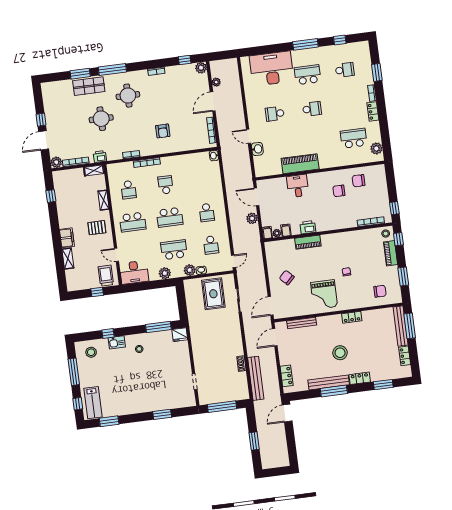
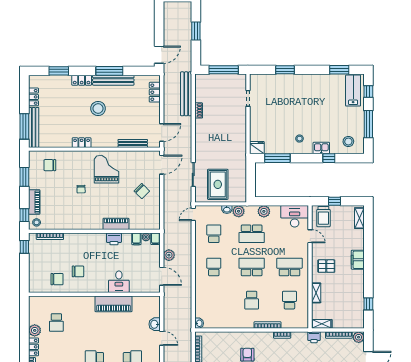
school desk: (354, 138) -> (56, 322), width x0.54
plant: (376, 148) -> (35, 330), moved
shelving: (68, 258) -> (359, 218), moved

